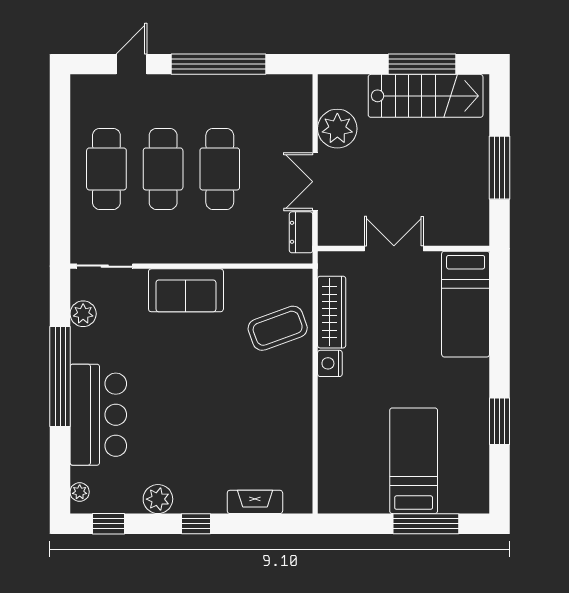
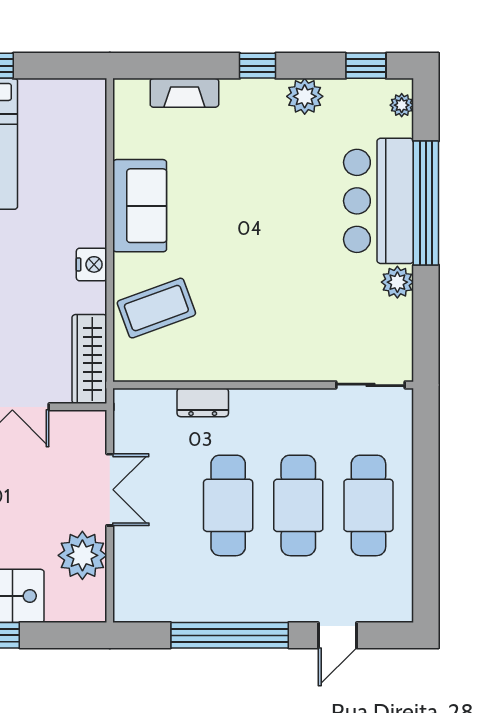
dresser: (301, 232) -> (203, 402), moved, turned 90
sofa: (186, 290) -> (140, 206), moved, turned 90
wardrobe: (332, 312) -> (89, 359), moved
plant: (83, 314) -> (397, 282), moved
window: (60, 376) -> (426, 203), moved

